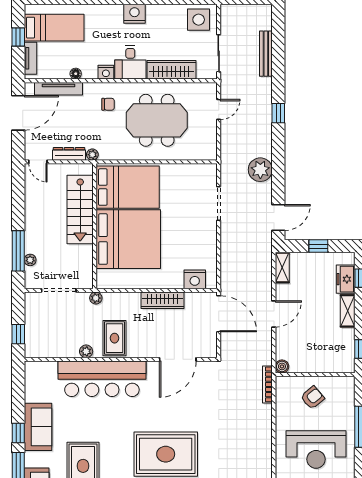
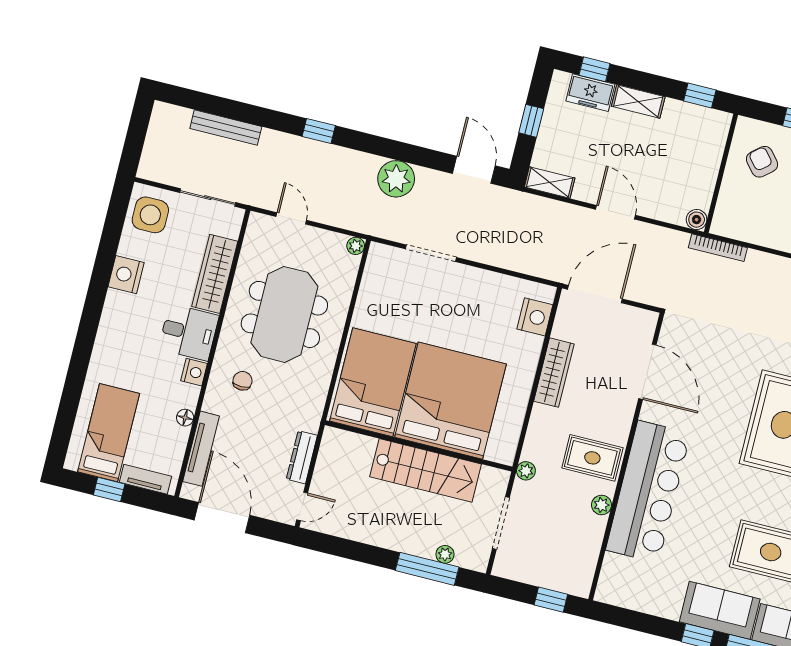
nightstand: (134, 14) -> (126, 275), moved
plant: (92, 155) -> (356, 246), moved
stairs: (80, 209) -> (426, 470), moved
armchair: (312, 398) -> (762, 162), moved
sofa: (38, 427) -> (720, 610), moved

